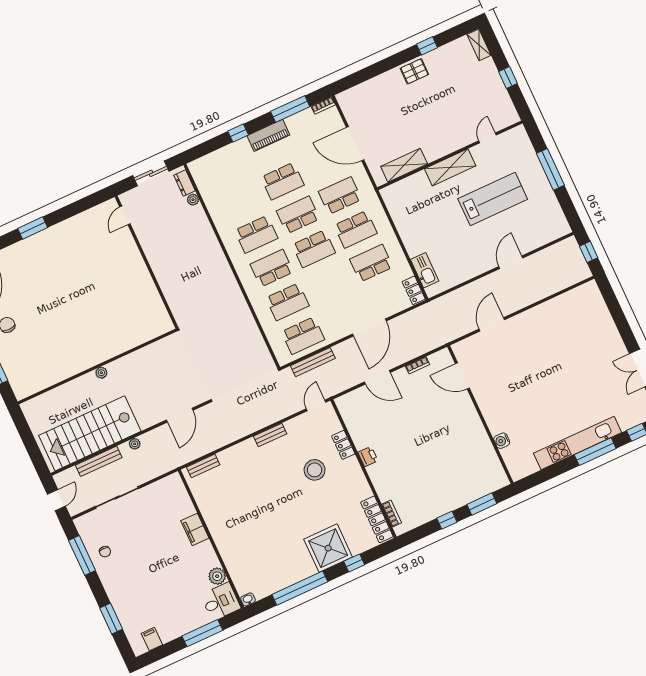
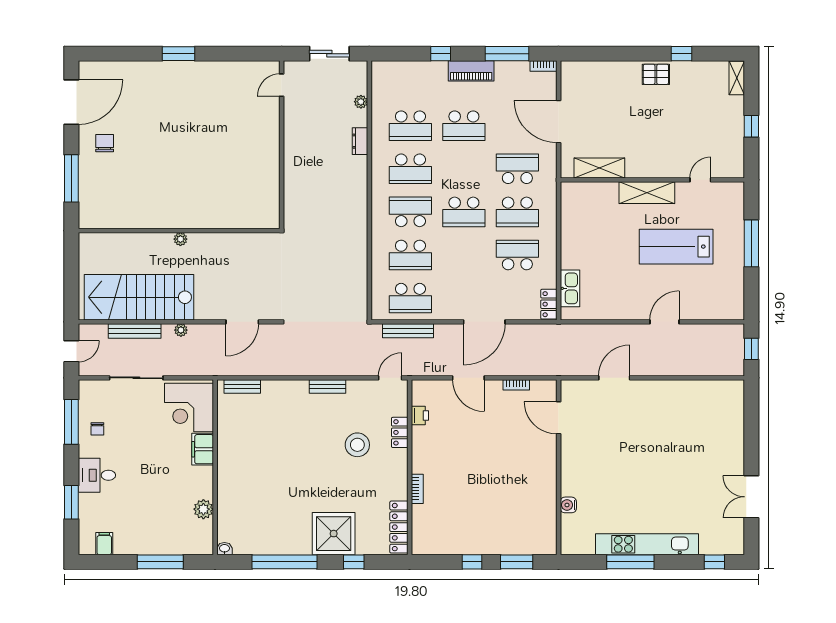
dresser: (184, 183) -> (360, 141), moved
lab bench: (493, 199) -> (676, 247), turned 180
school desk: (298, 215) -> (410, 126), moved, turned 180
window: (595, 452) -> (630, 562), moved
printer: (368, 456) -> (420, 416), moved
corner desk: (169, 502) -> (189, 407), added
bookcase: (392, 513) -> (417, 489), moved
desk: (221, 602) -> (97, 475), moved, turned 180

